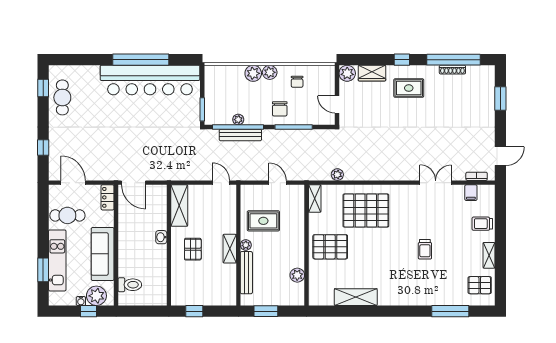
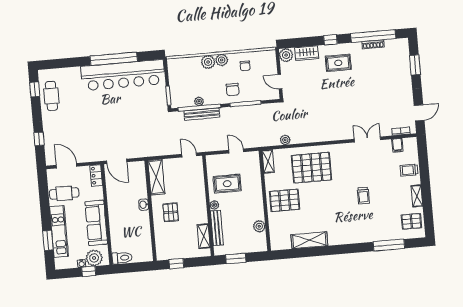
shelving: (230, 249) -> (204, 236), moved
toilet: (130, 285) -> (122, 258), moved

